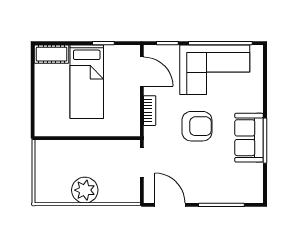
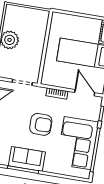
door: (142, 72) -> (85, 93), swing flipped
armchair: (197, 126) -> (41, 124), turned -90

